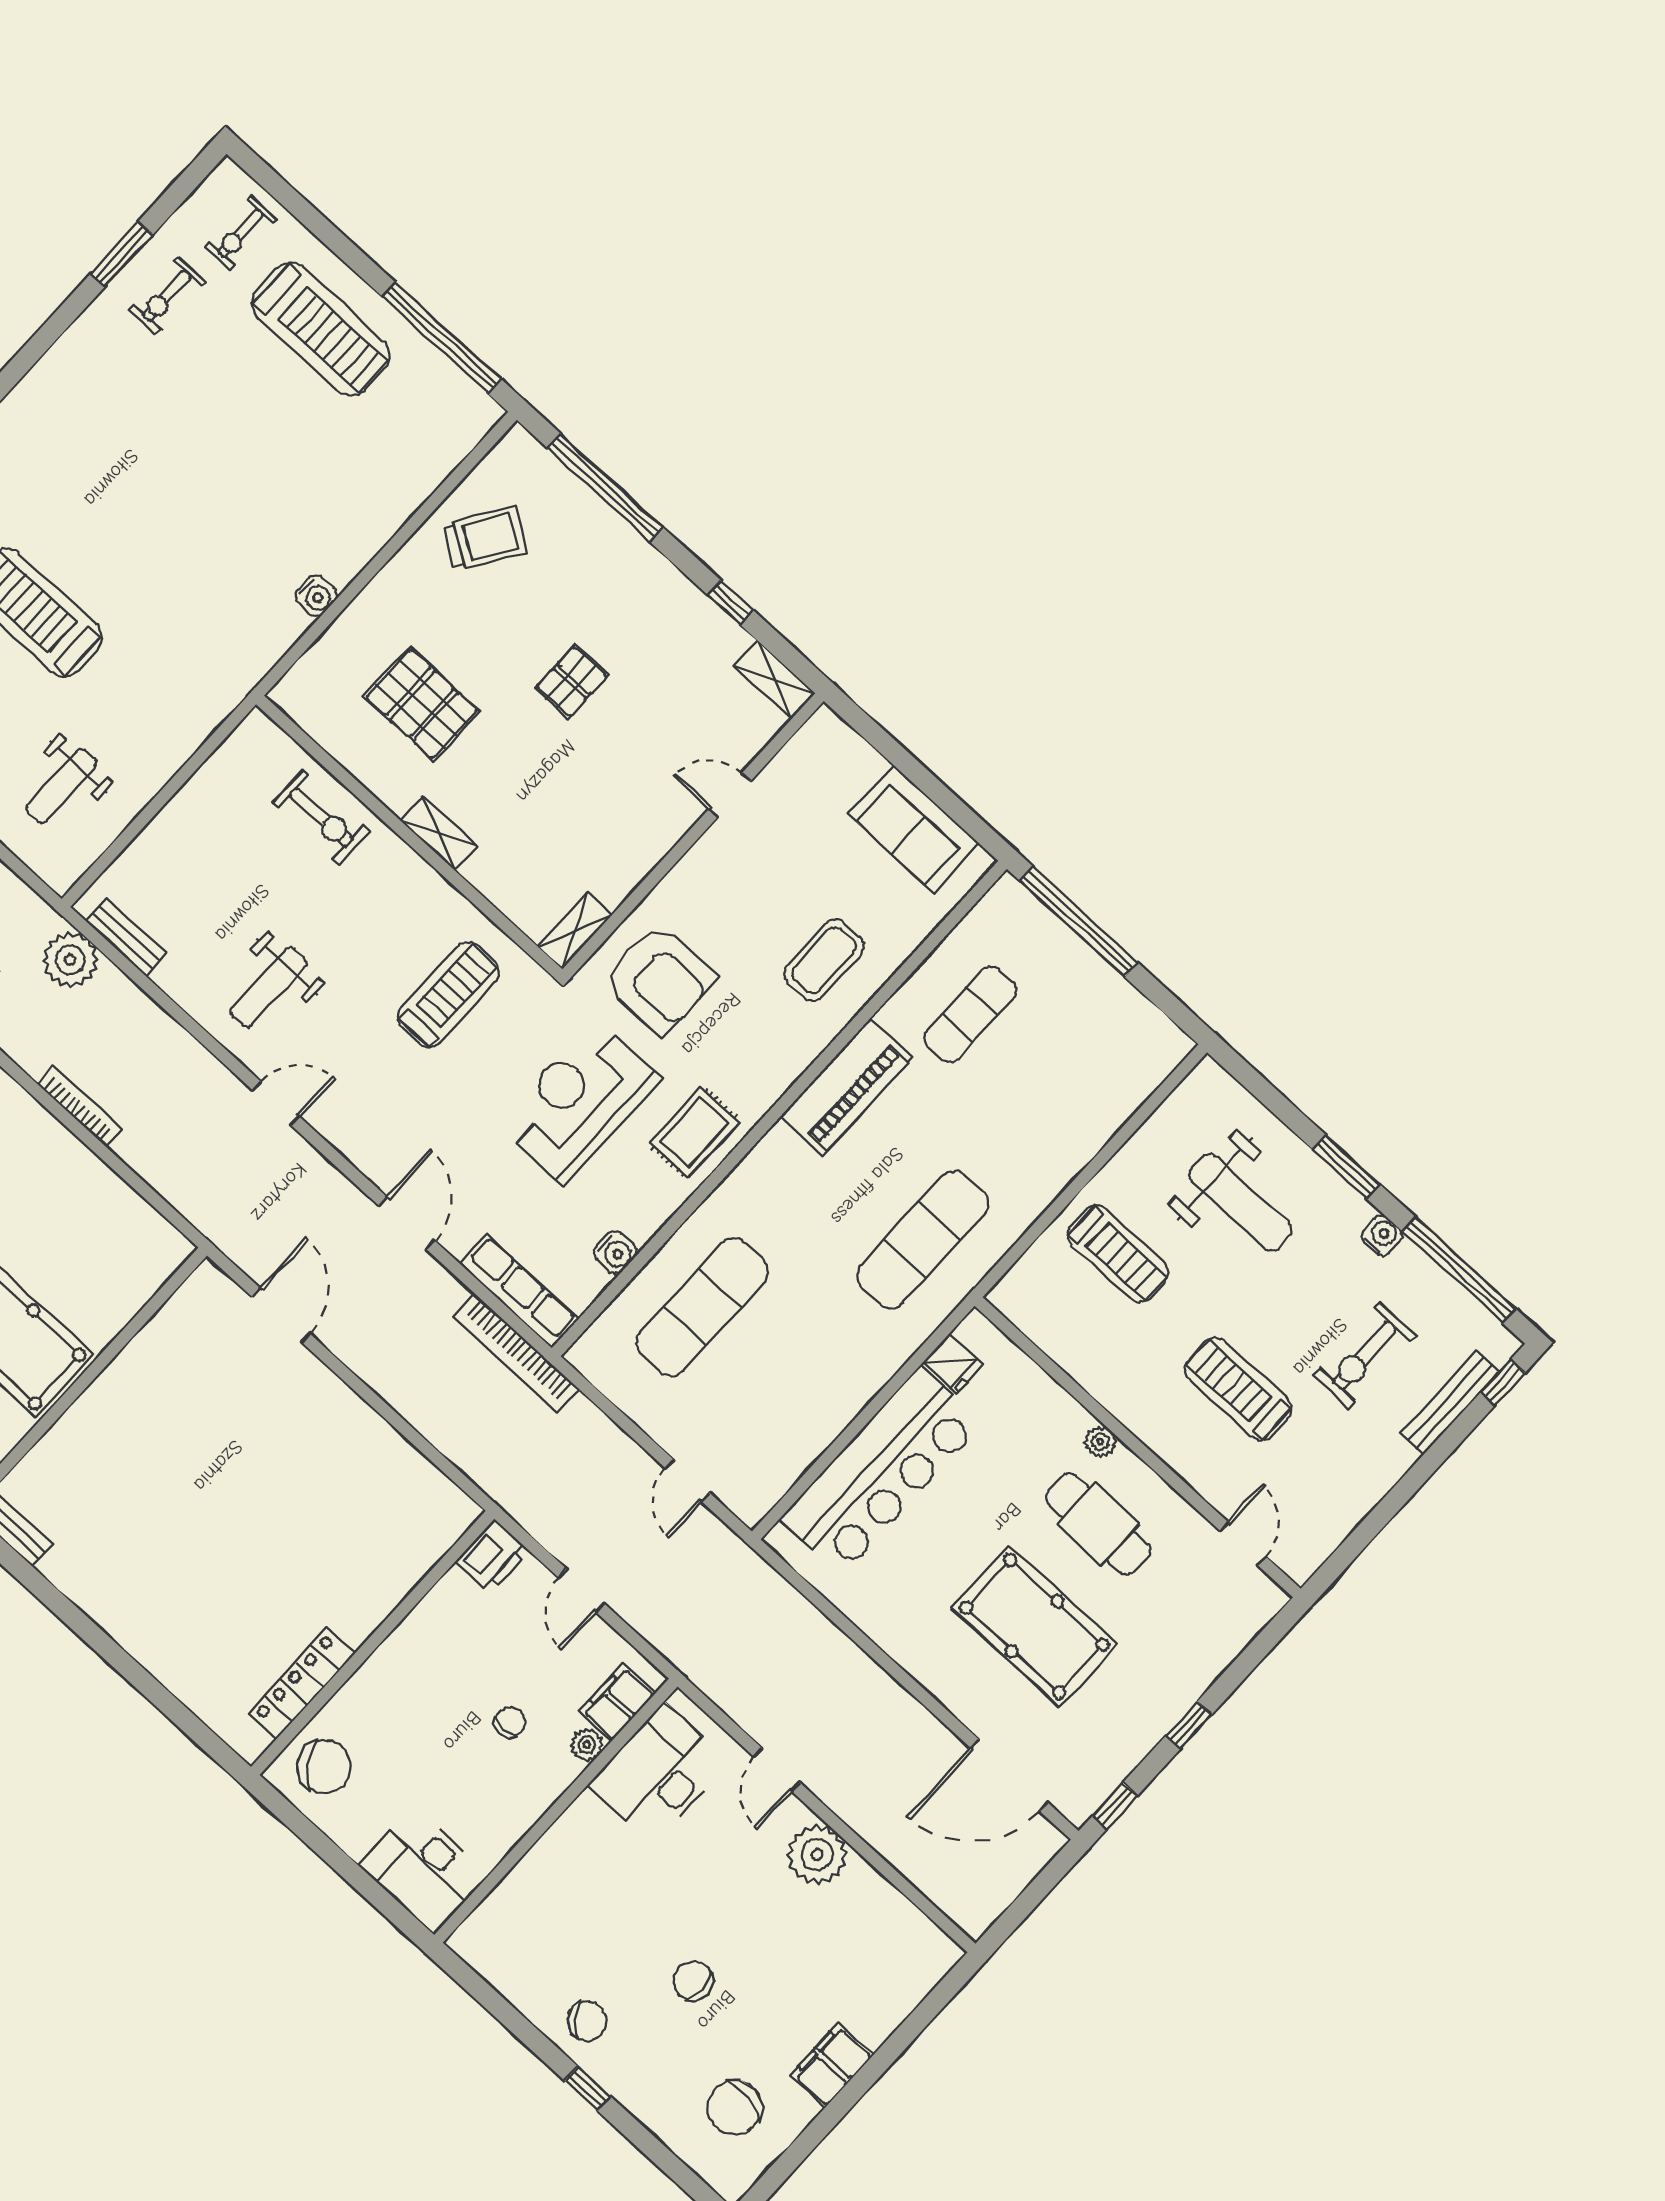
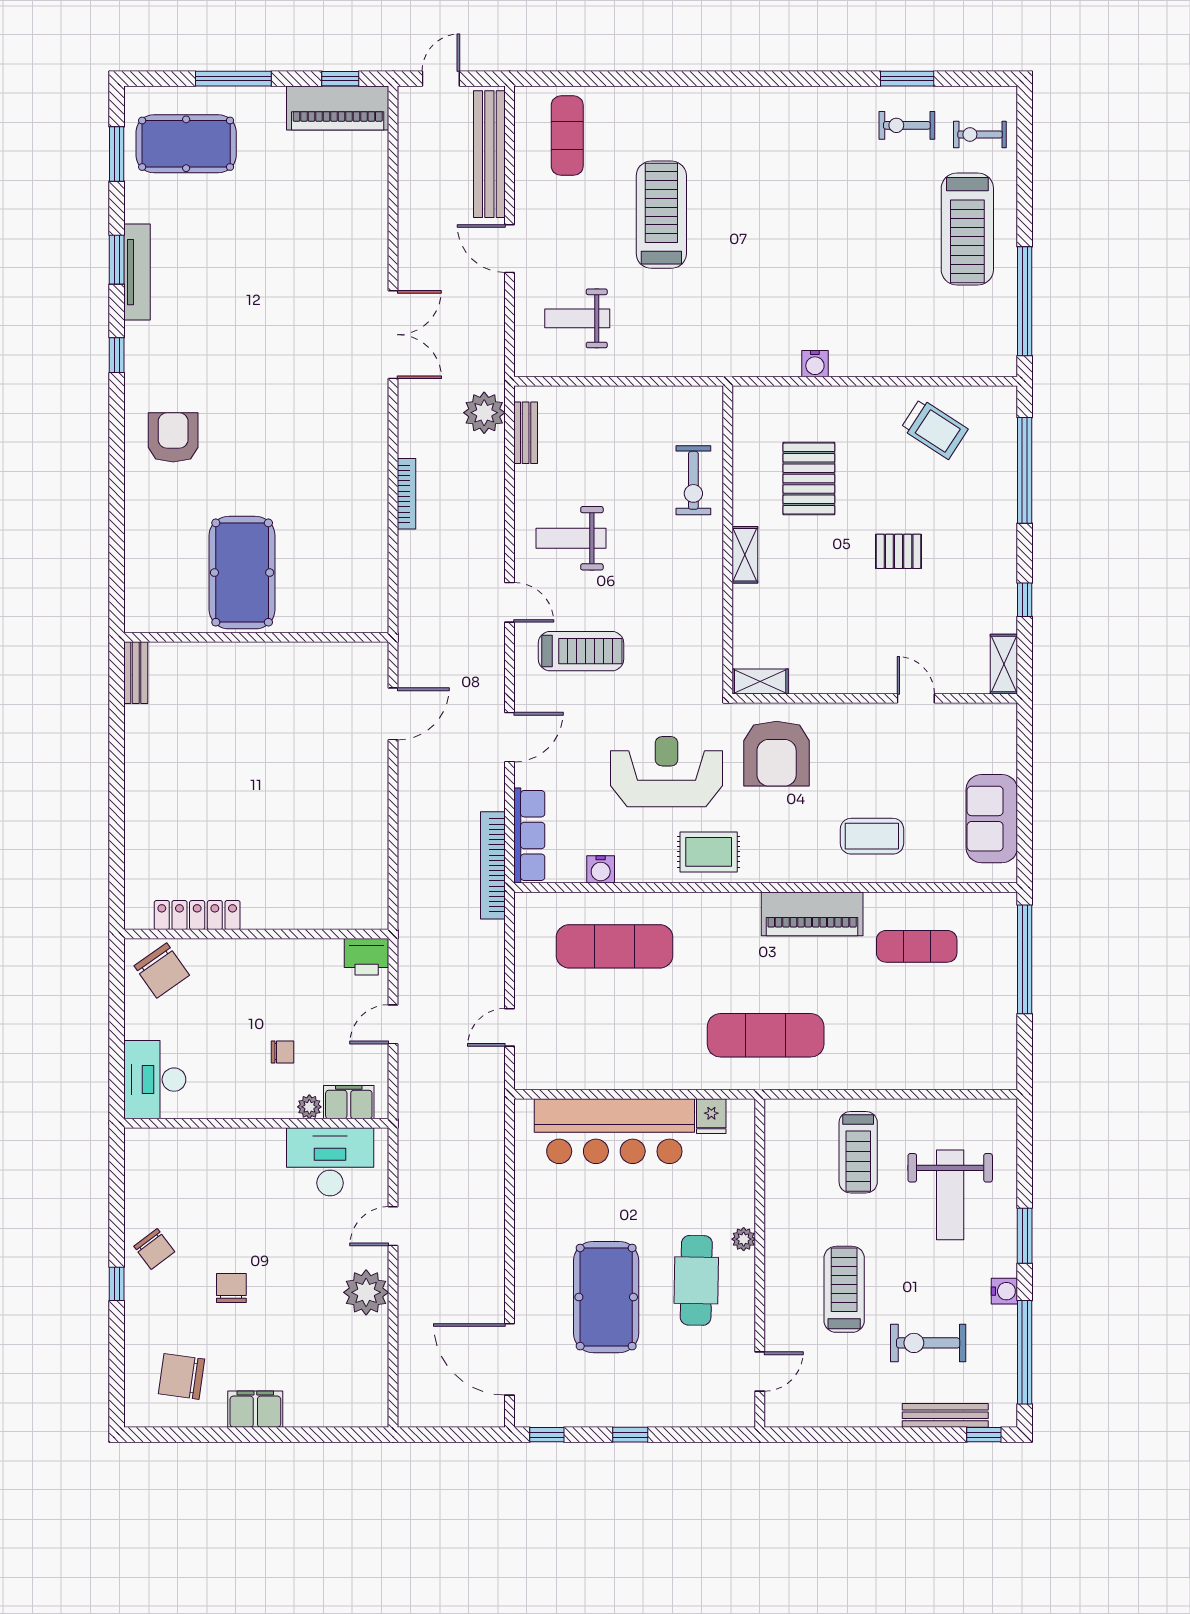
treadmill: (448, 995) -> (581, 651), moved

